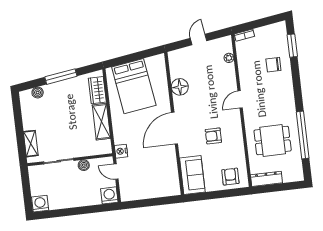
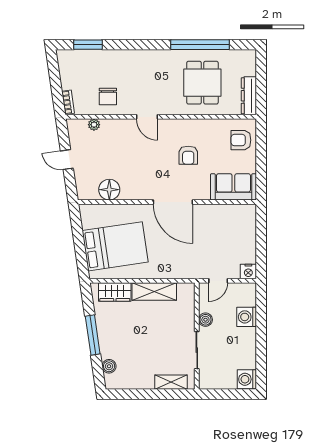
chair: (273, 65) -> (108, 97), moved
floor lamp: (180, 87) -> (109, 190), moved
nightstand: (121, 151) -> (248, 272), moved
washing machine: (109, 195) -> (247, 317), moved

